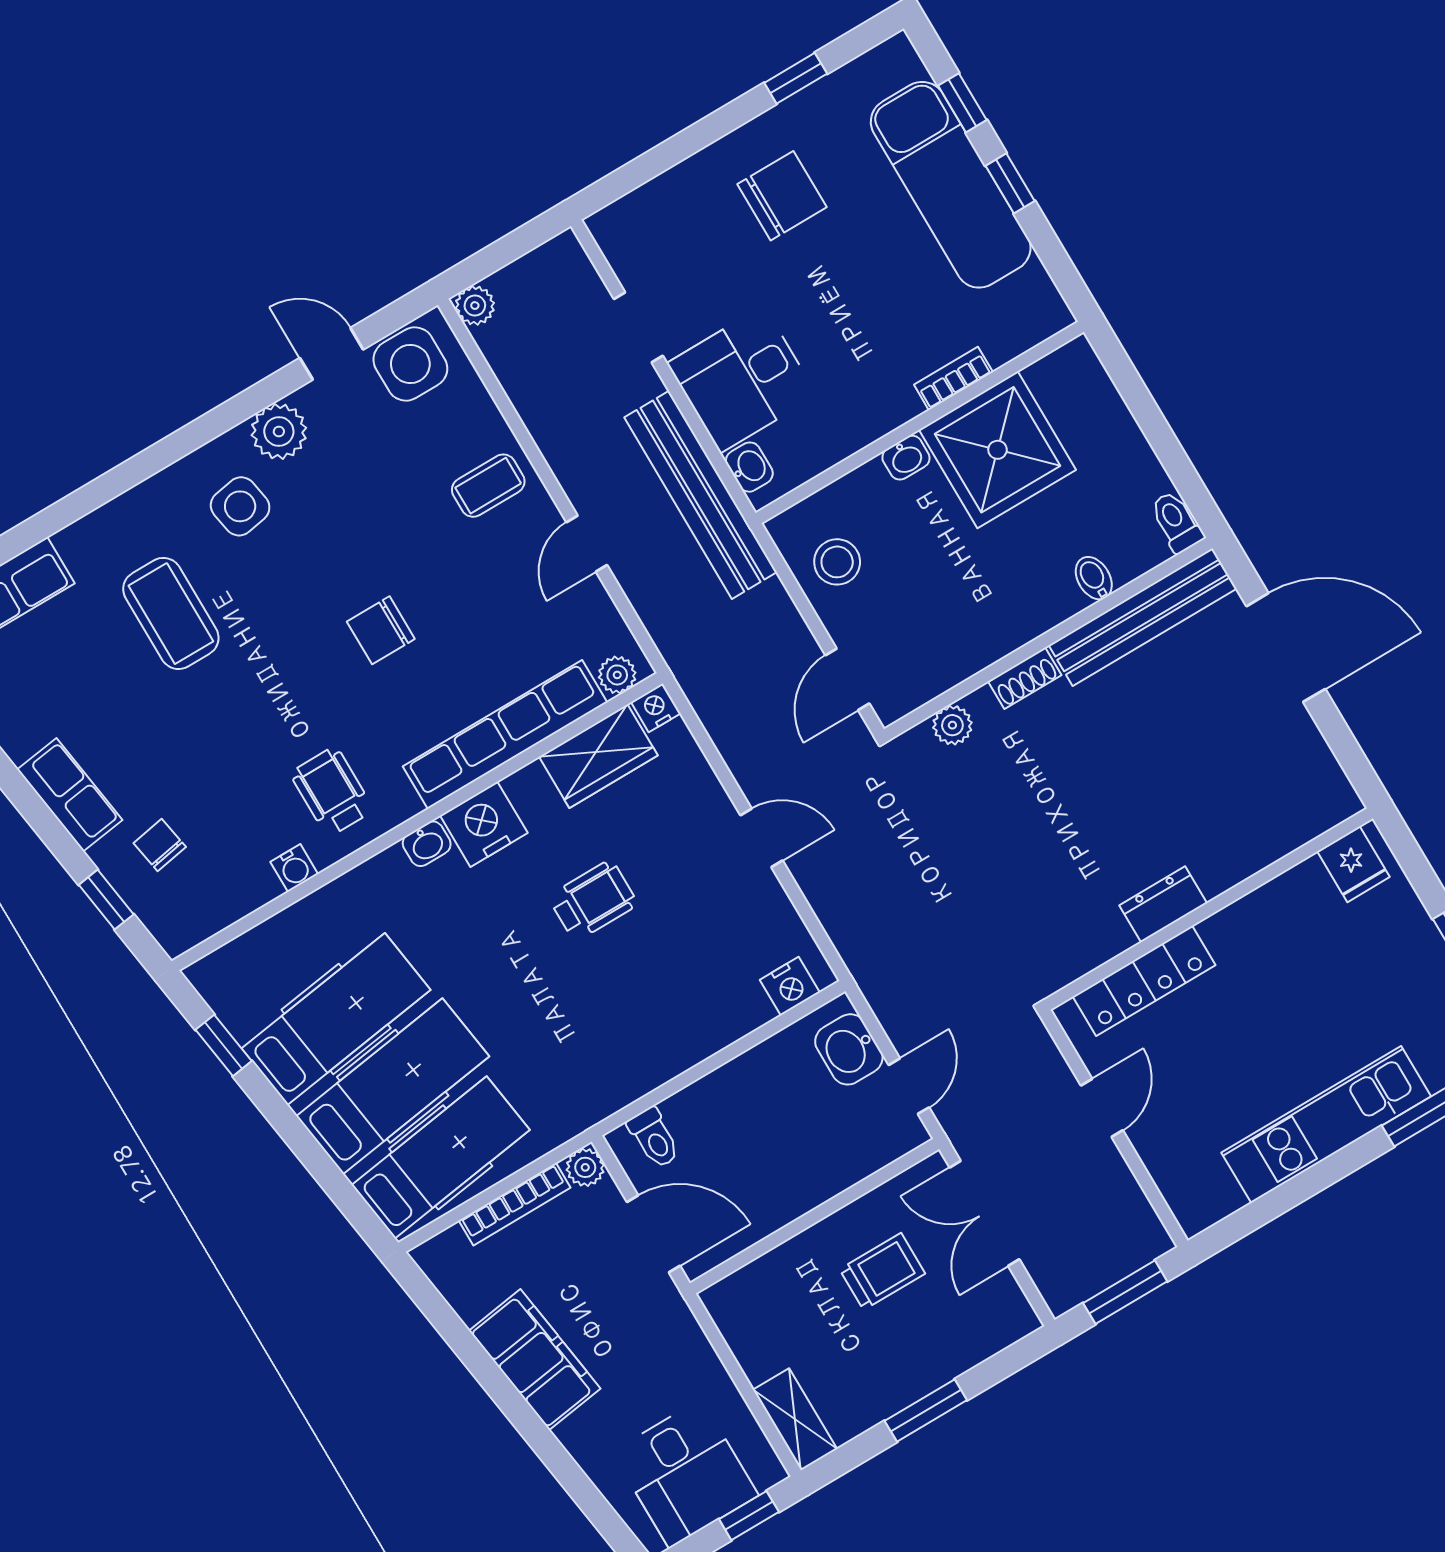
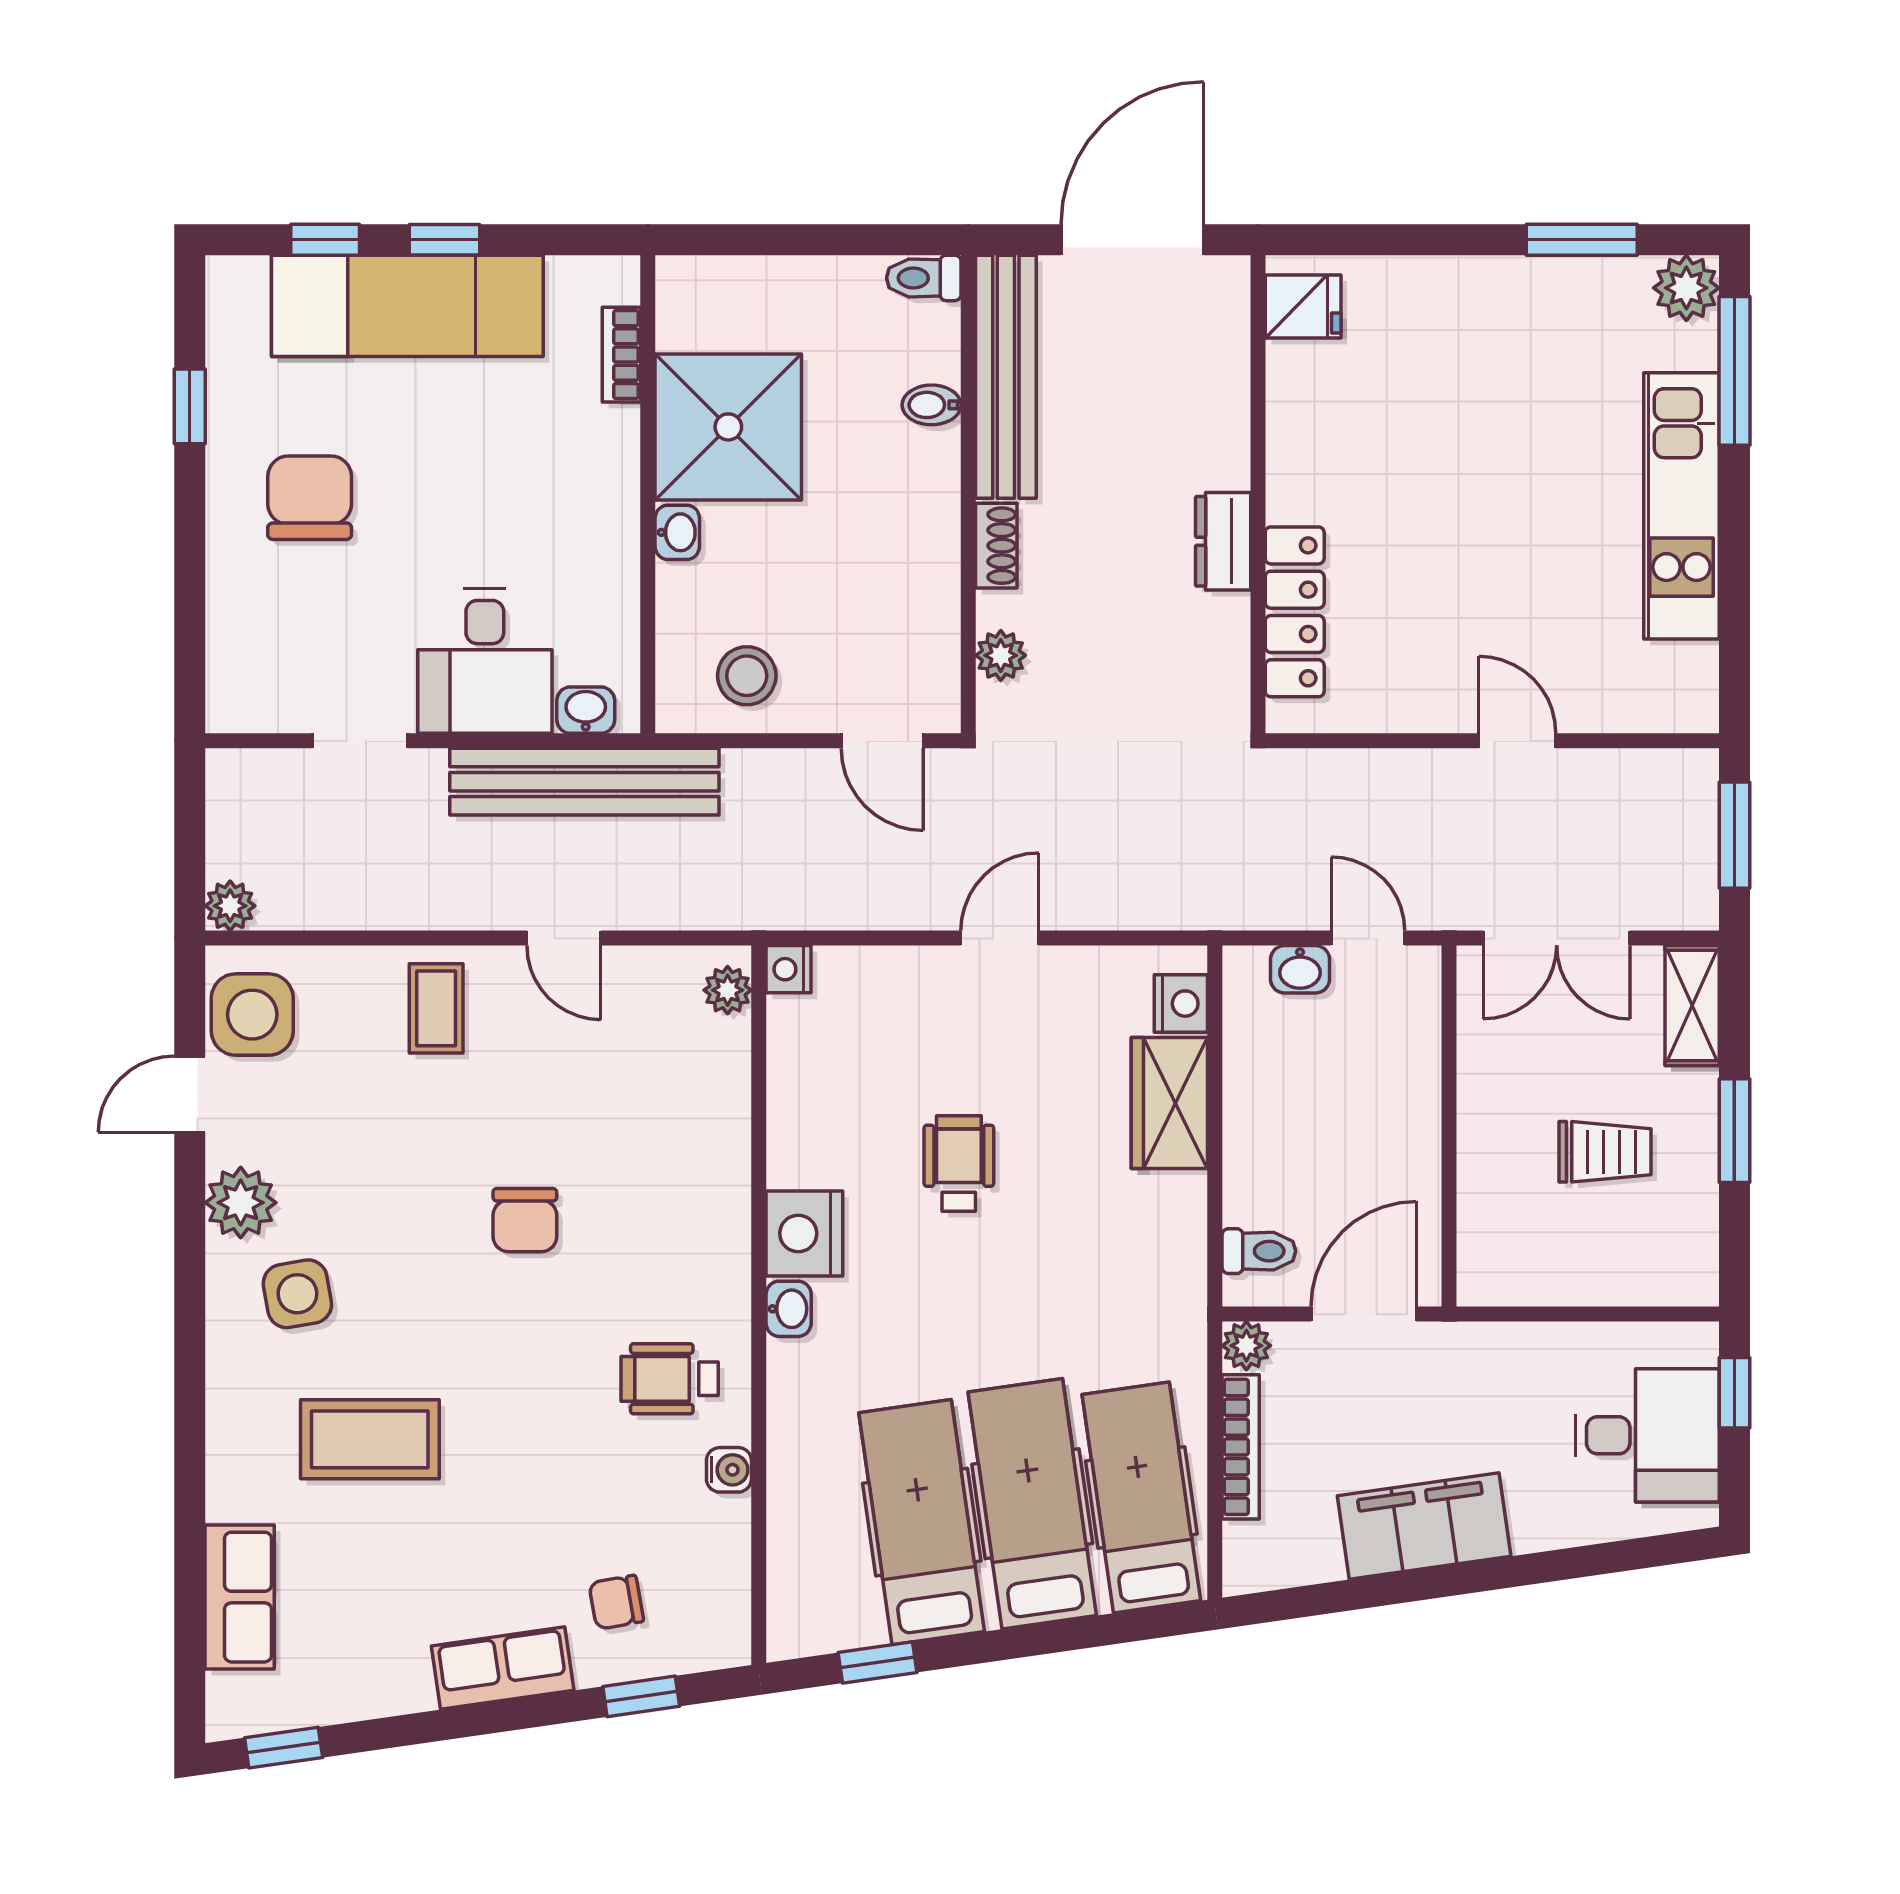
bookcase: (953, 378) -> (621, 355), moved
row of seats: (505, 734) -> (720, 1152), removed
wardrobe: (598, 756) -> (1169, 1103), moved, turned 180
fridge: (1353, 864) -> (1303, 306), moved
dresser: (1163, 904) -> (1223, 541), moved
wall: (1209, 909) -> (1258, 494), moved
locker: (1144, 981) -> (1295, 612), moved
washbasin: (849, 1049) -> (1300, 969), width x0.72, depth x0.69
trolley: (882, 1271) -> (1605, 1152), moved, turned 90
shelving: (795, 1419) -> (1692, 1006), moved, turned 90

